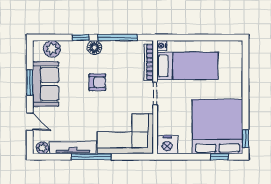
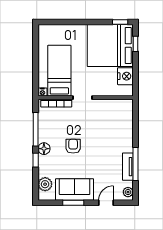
corner sofa: (125, 134) -> (116, 123), removed
nightstand: (167, 145) -> (125, 76), moved
tv unit: (73, 148) -> (128, 167), width x0.71
window: (91, 157) -> (136, 164), moved

